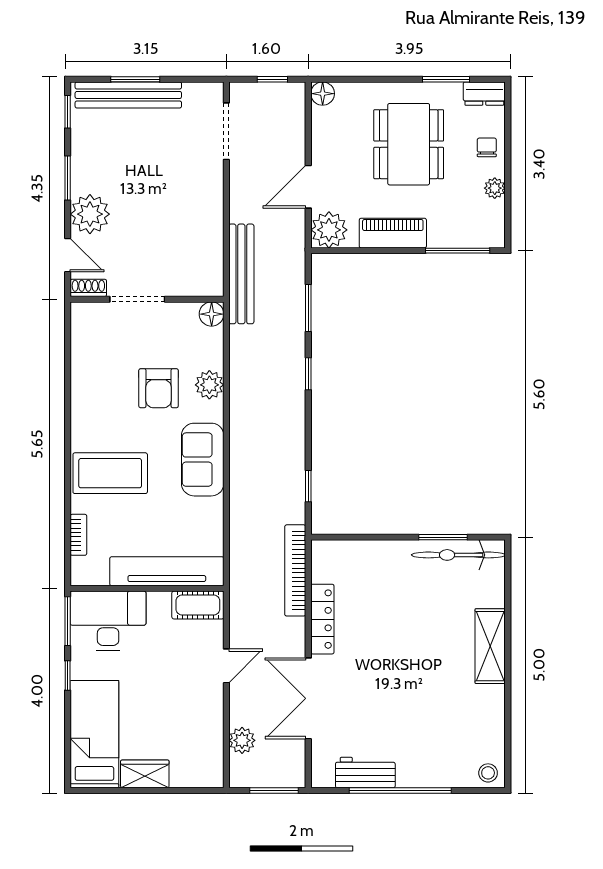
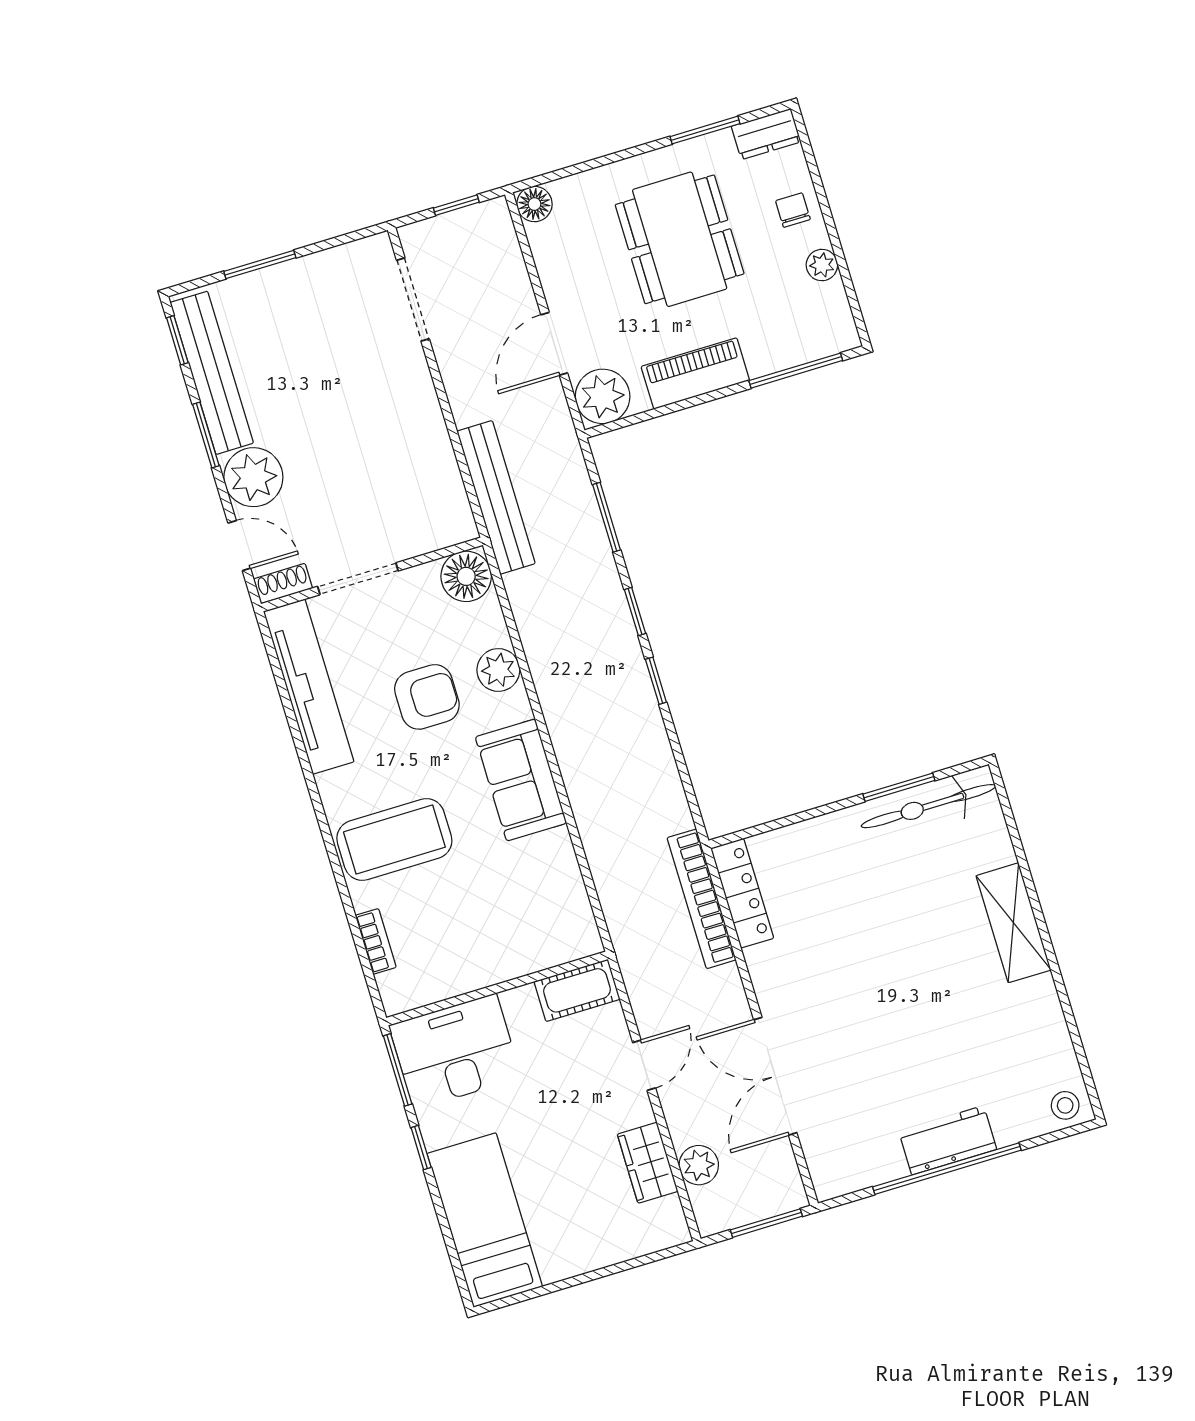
bench: (128, 95) -> (212, 373), moved, turned 90
floor lamp: (212, 314) -> (466, 576), width x1.38, depth x1.38
armchair: (159, 388) -> (427, 697), turned -90
window: (308, 486) -> (656, 681), moved
tv unit: (167, 571) -> (309, 687), moved, turned 90
locker: (322, 619) -> (742, 893), moved
workbench: (365, 773) -> (948, 1140), moved
wardrobe: (145, 774) -> (648, 1163), moved, turned -90

